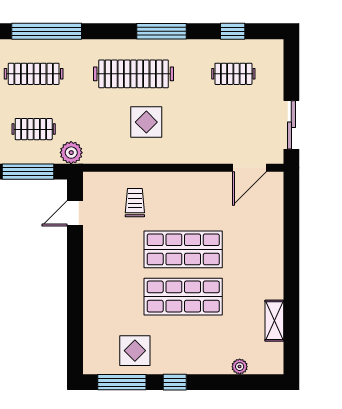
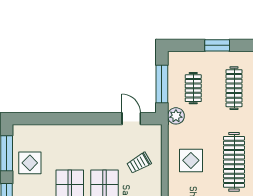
display table: (146, 122) -> (191, 160), moved
trolley: (135, 203) -> (139, 163), turned 150

